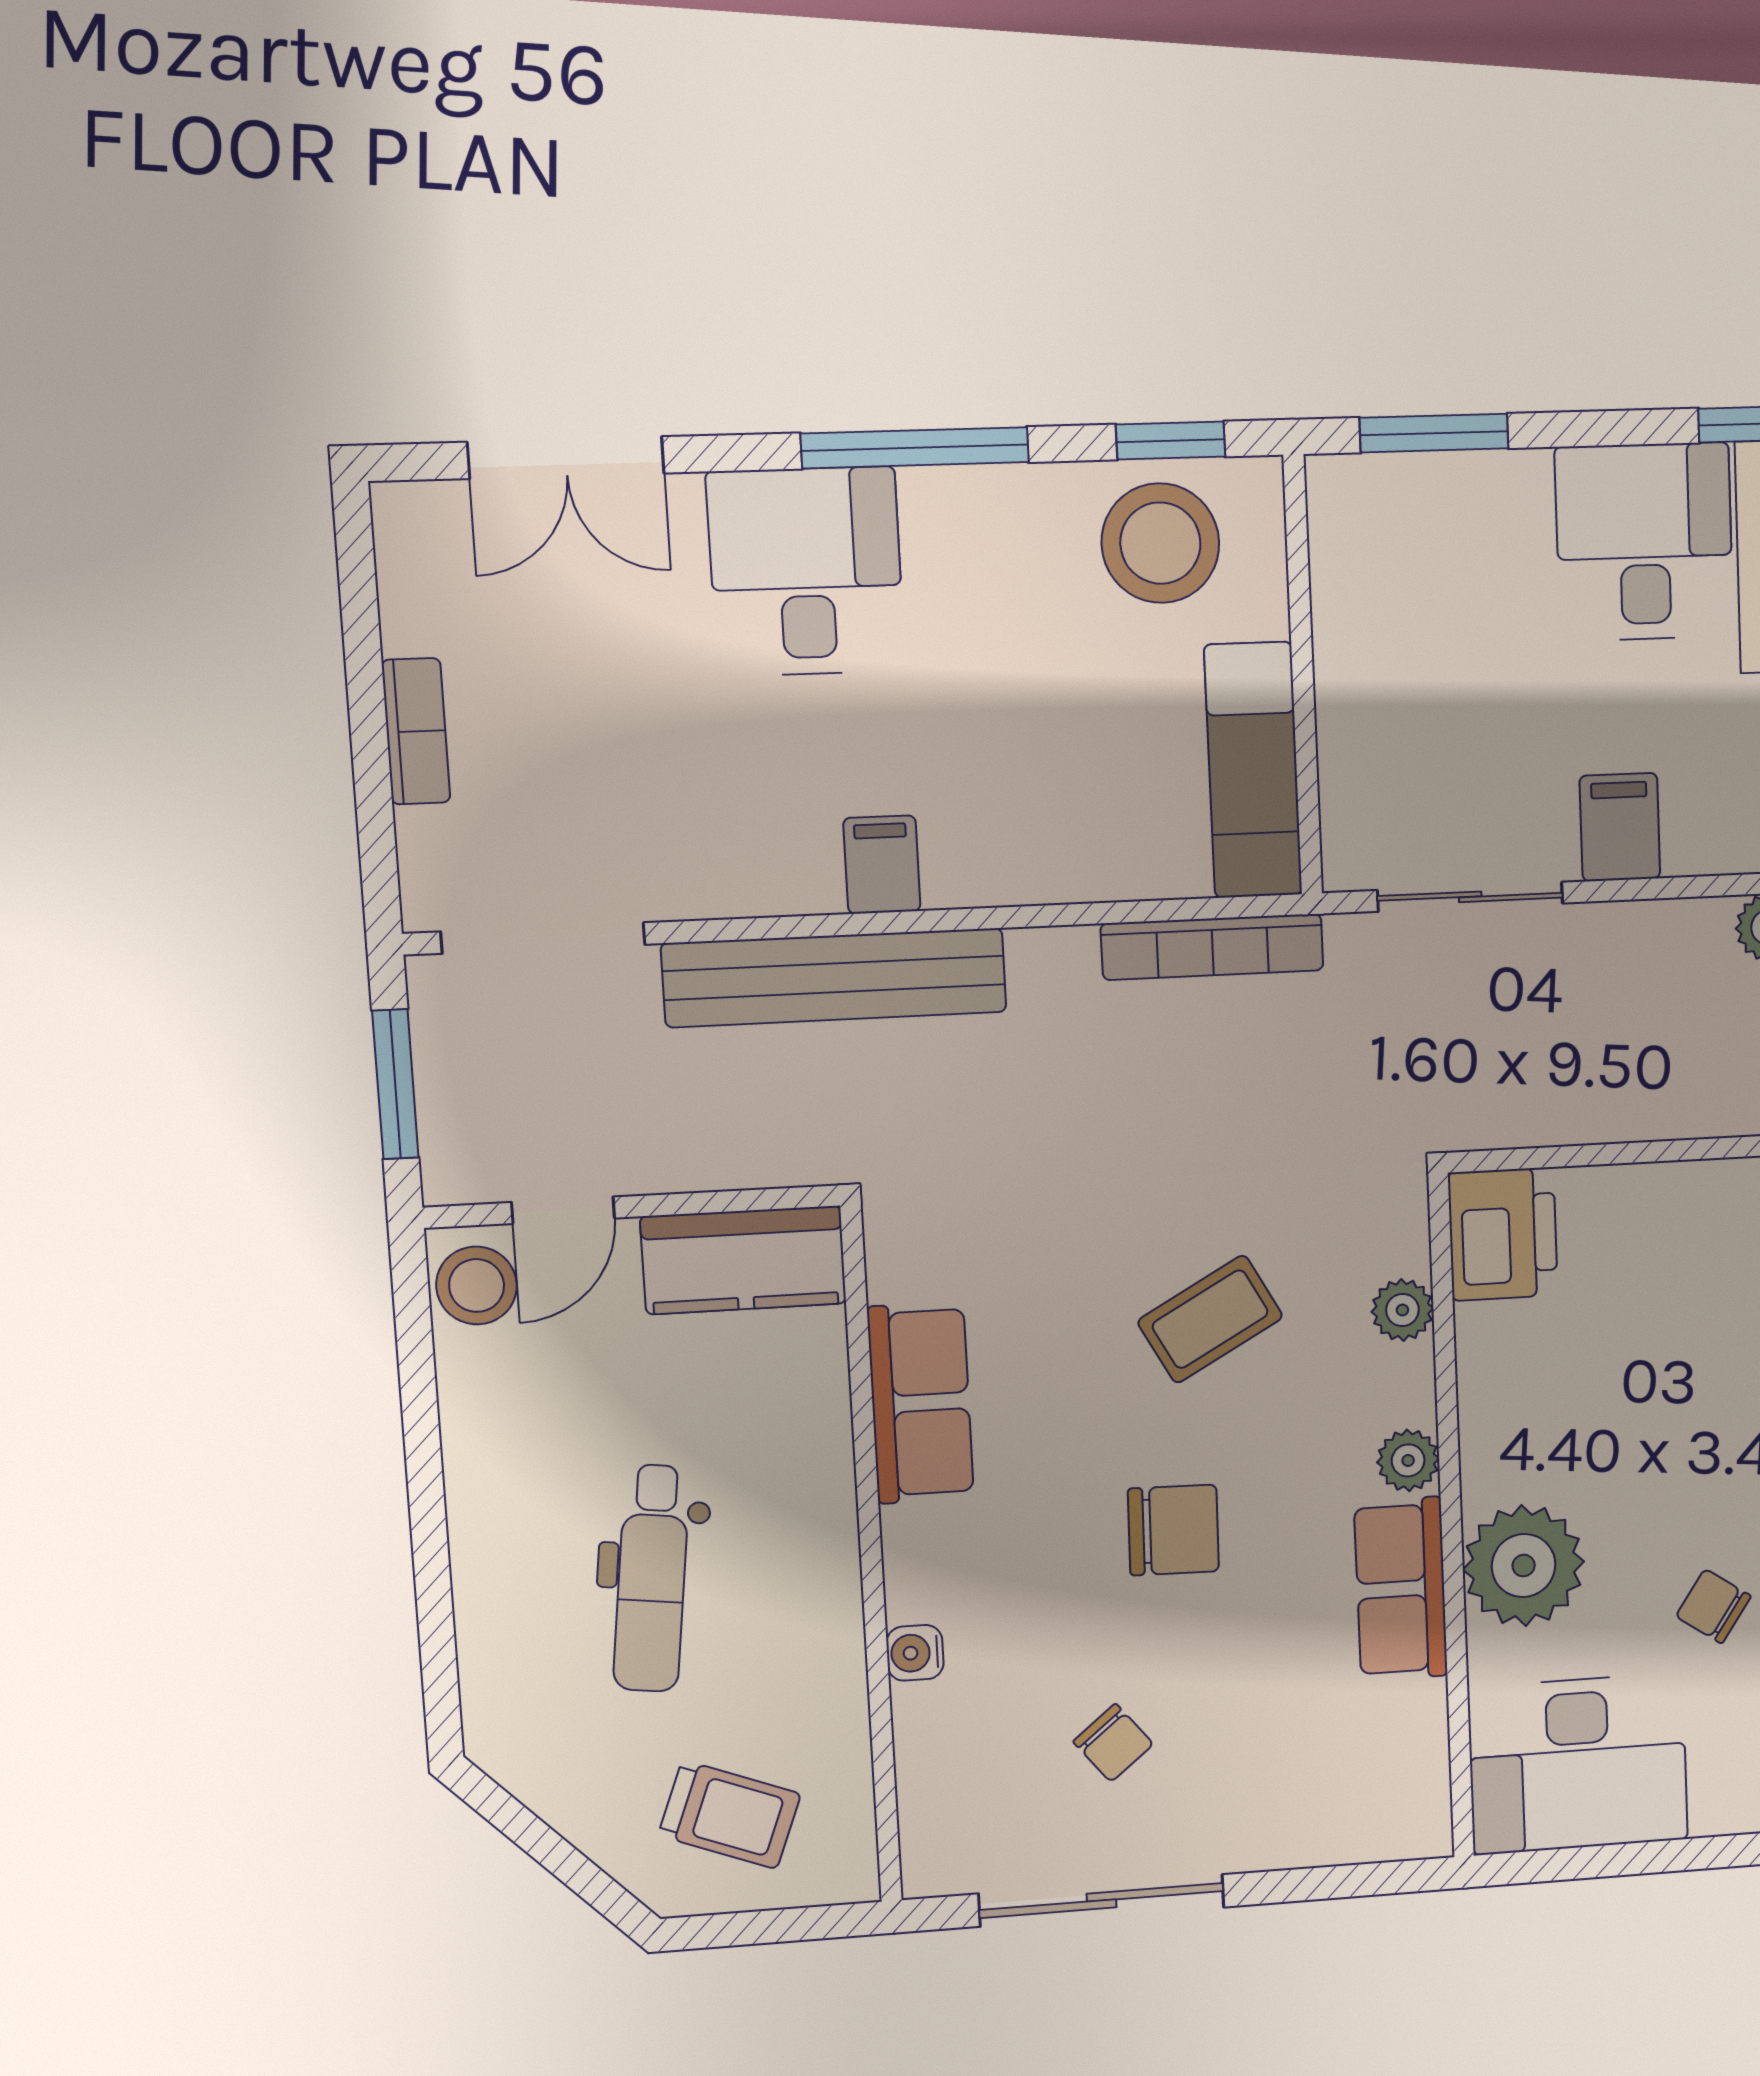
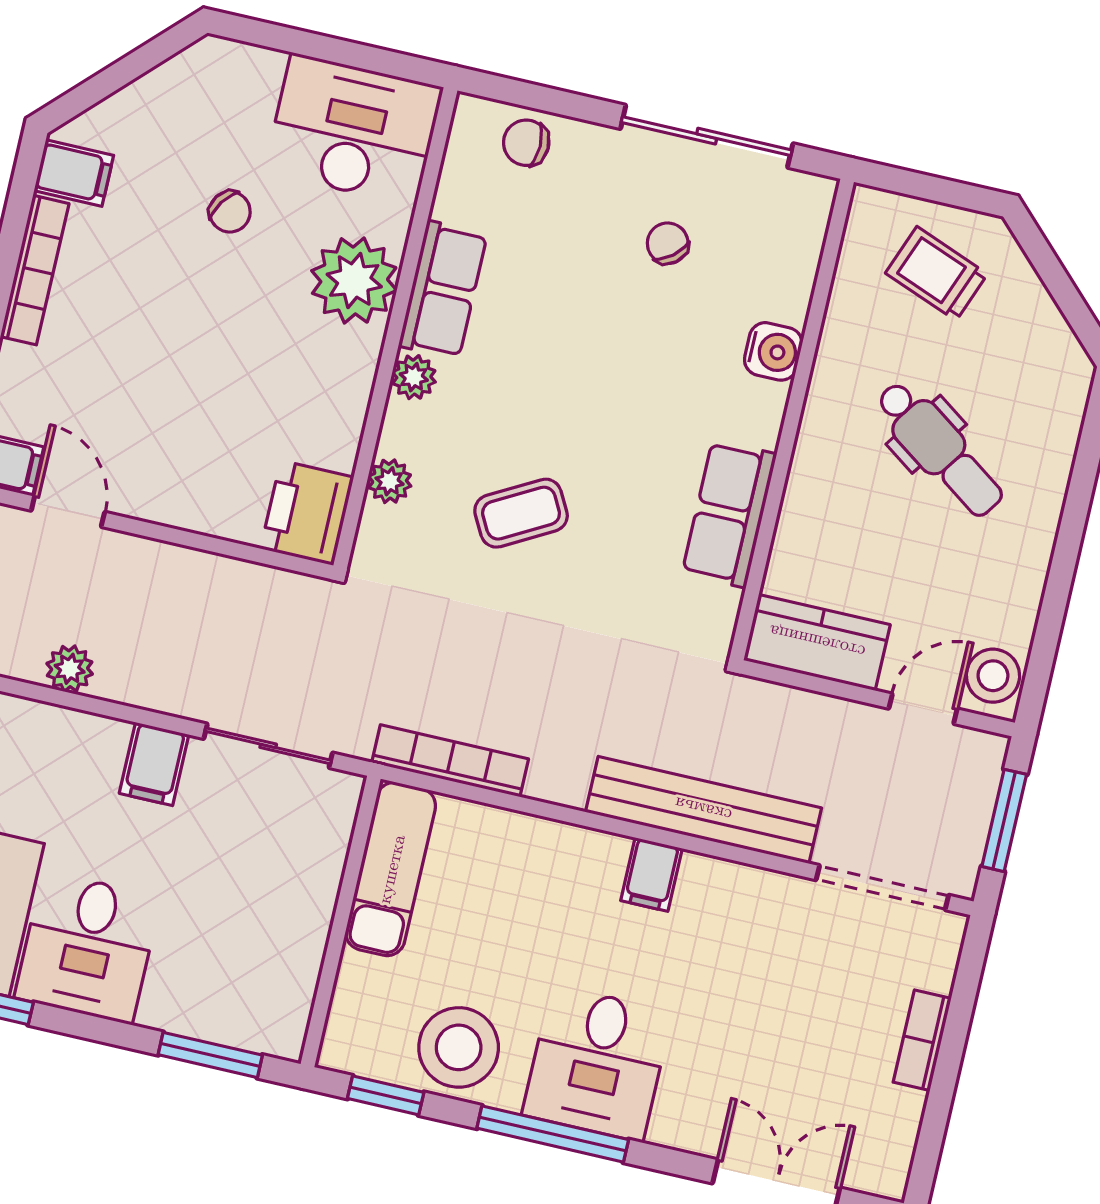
stool: (1160, 543) -> (459, 1047), moved
desk: (806, 572) -> (597, 1063), moved
chair: (1173, 1530) -> (526, 143), moved, width x0.73, depth x0.73
dental chair: (652, 1578) -> (939, 449), turned 118
water cooler: (915, 1653) -> (773, 351), width x1.38, depth x1.38

